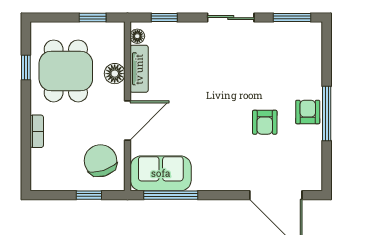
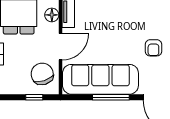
sofa: (161, 173) -> (100, 79), width x1.85, depth x1.27
window: (171, 195) -> (111, 97), moved

